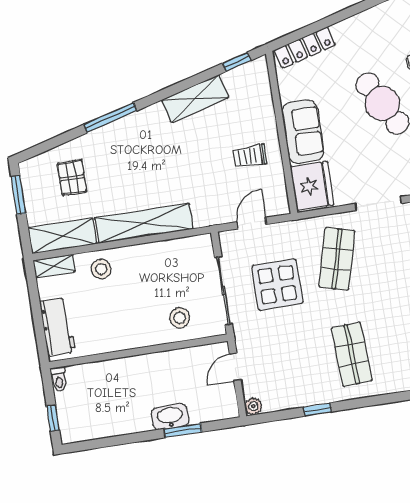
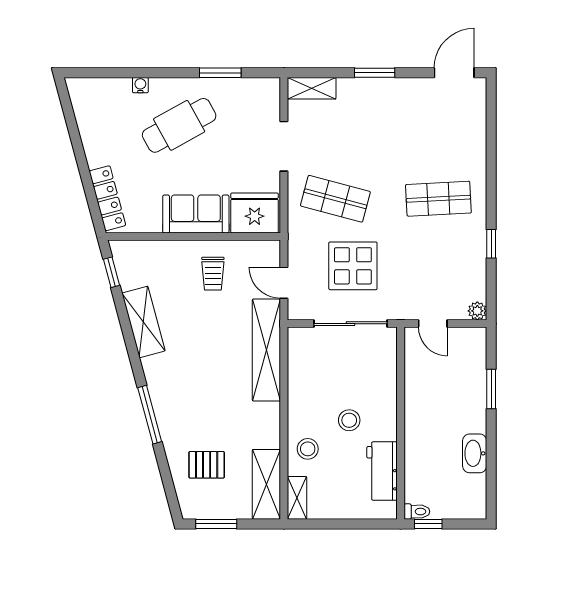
shelving: (144, 223) -> (266, 350), moved
stool: (180, 318) -> (349, 420), moved
workbench: (58, 327) -> (382, 471), moved, turned -90
washbasin: (170, 417) -> (475, 453), moved
window: (53, 418) -> (428, 524), moved

